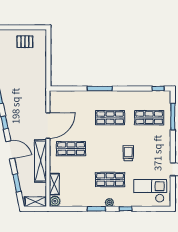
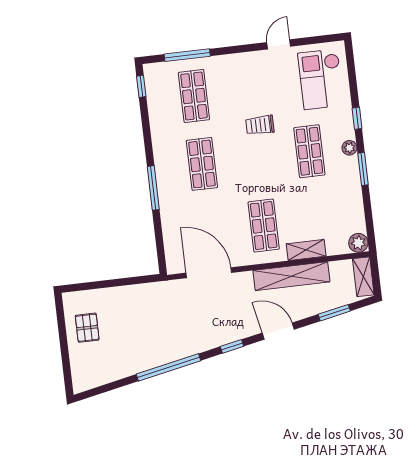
door: (48, 126) -> (209, 273), moved
door: (10, 150) -> (278, 331), hinge flipped
shelving: (54, 184) -> (306, 250), moved

